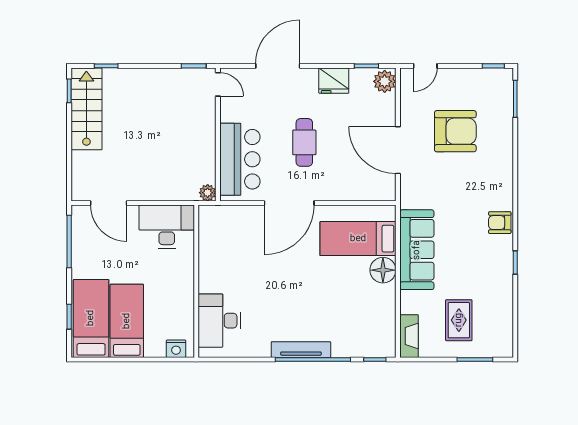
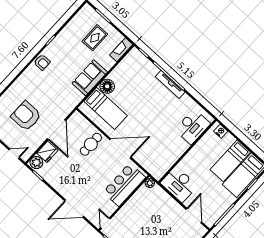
fridge: (334, 81) -> (47, 152), moved, turned 90
cafe table: (304, 142) -> (91, 144), moved
sofa: (417, 250) -> (90, 78), width x0.73

